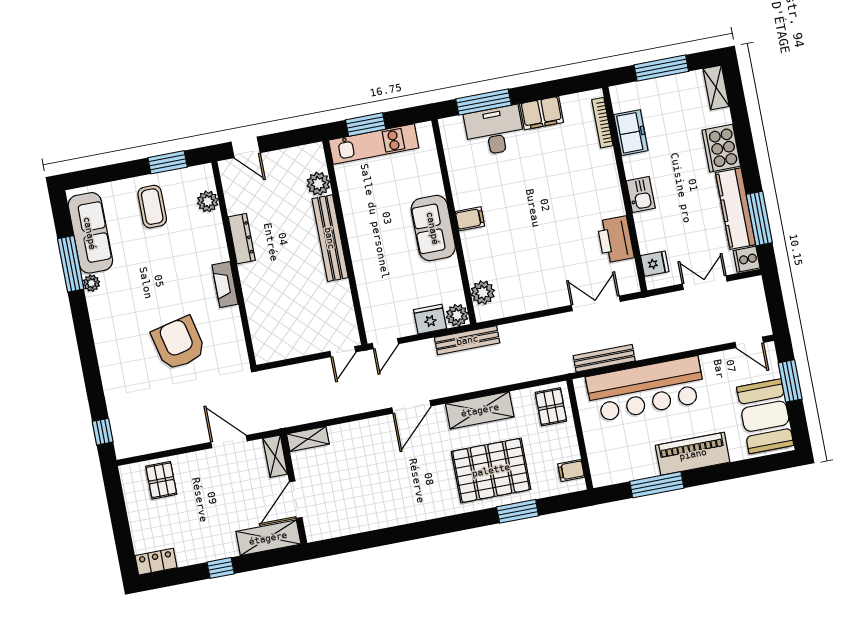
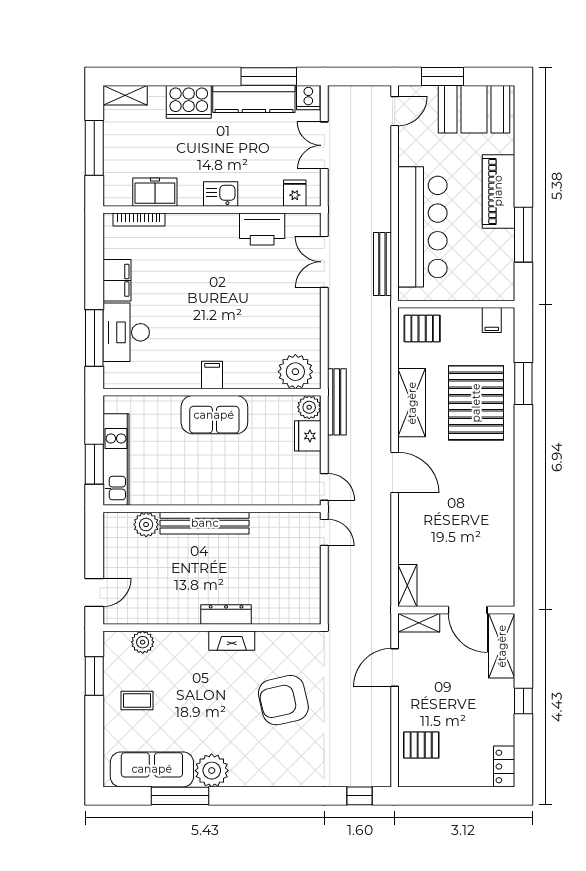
coffee table: (152, 207) -> (137, 701), width x0.73, depth x0.77
dresser: (242, 239) -> (226, 614), moved
plant: (91, 283) -> (212, 771), width x1.87, depth x1.87
plant: (483, 293) -> (295, 372), width x1.36, depth x1.36

